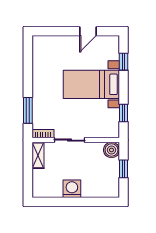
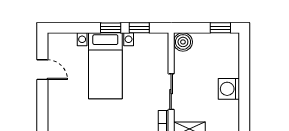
window: (124, 62) -> (111, 28), moved
window: (124, 169) -> (220, 28), moved

